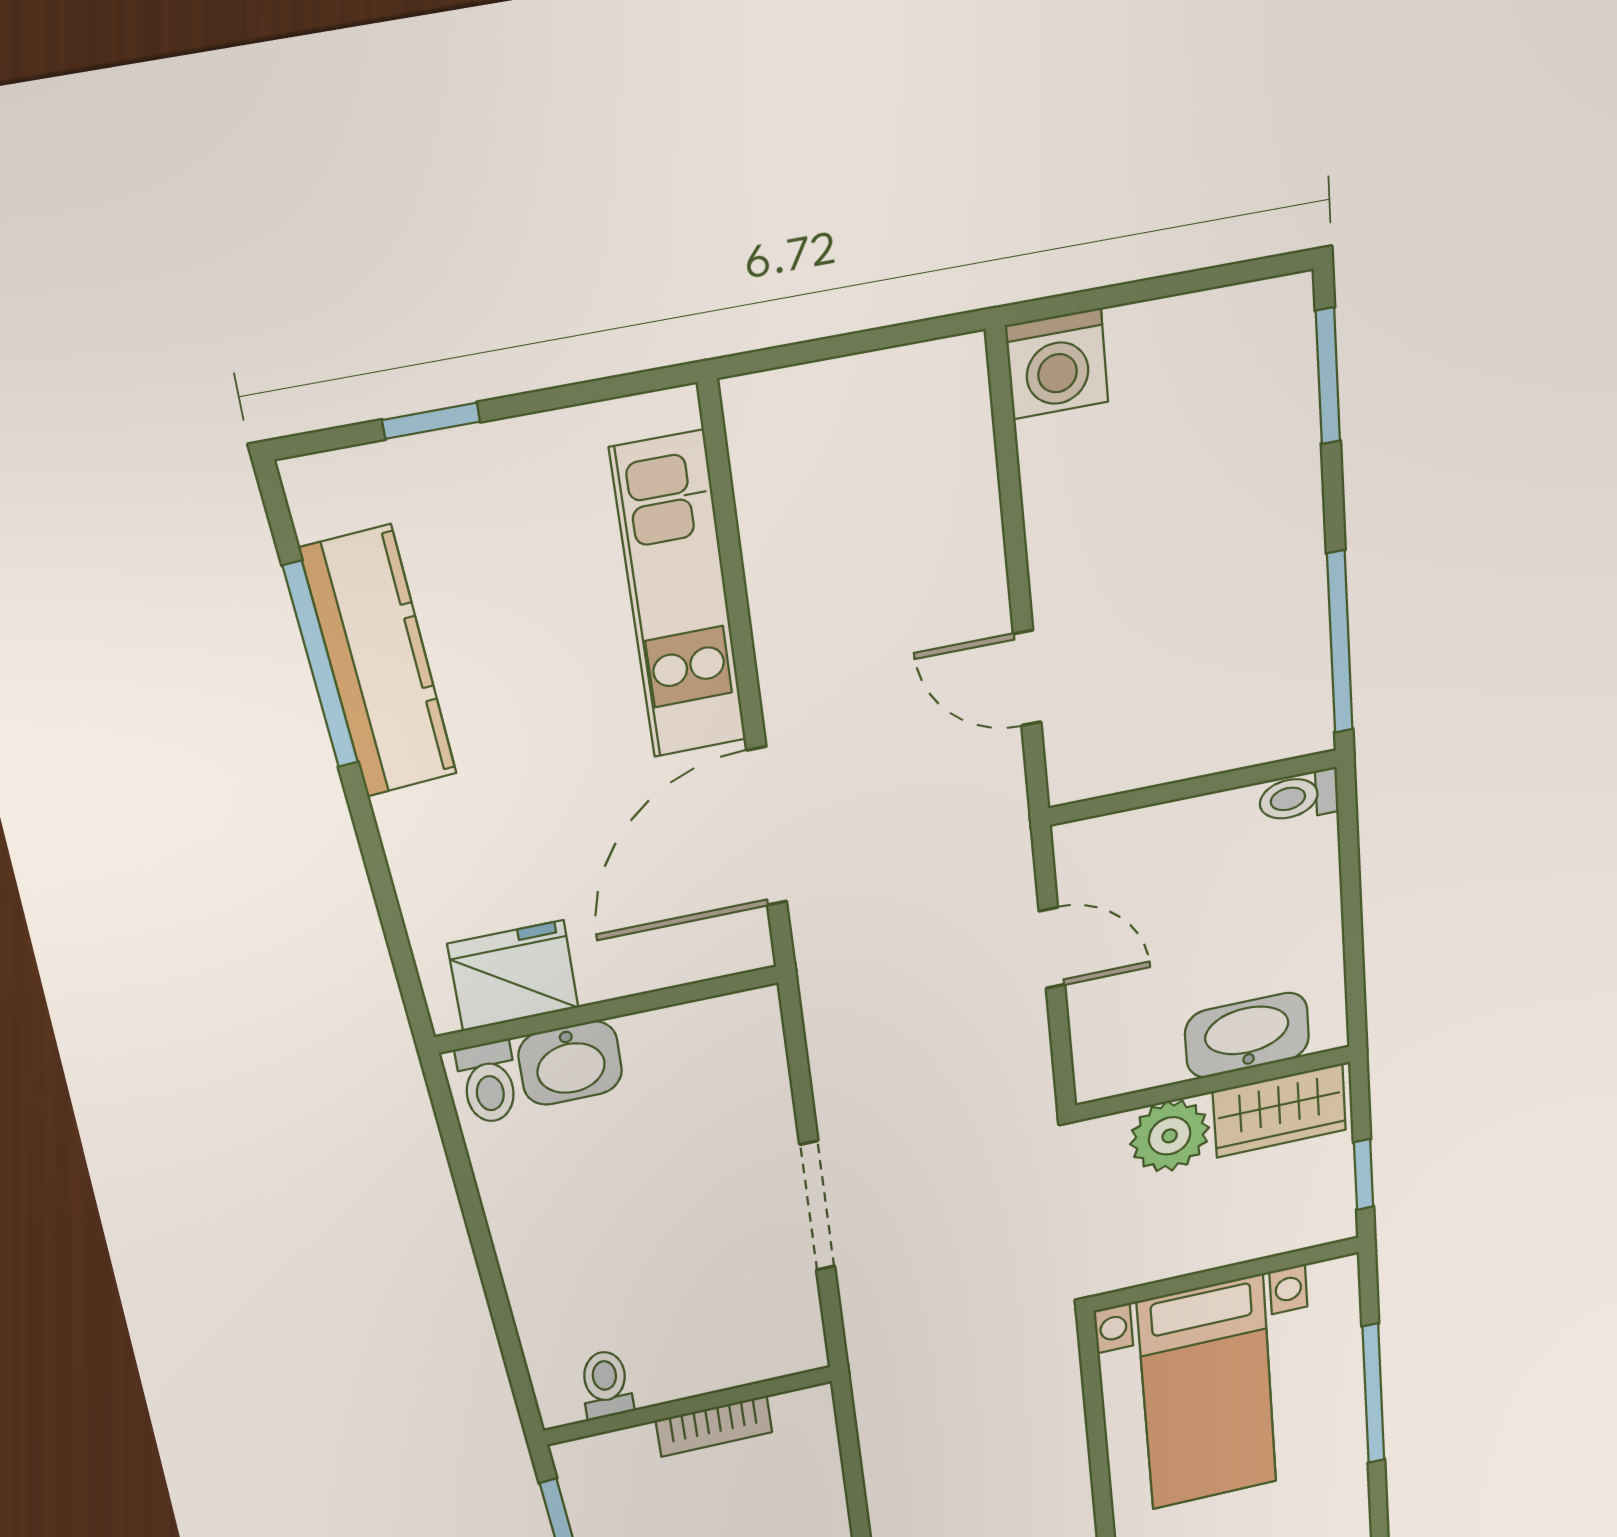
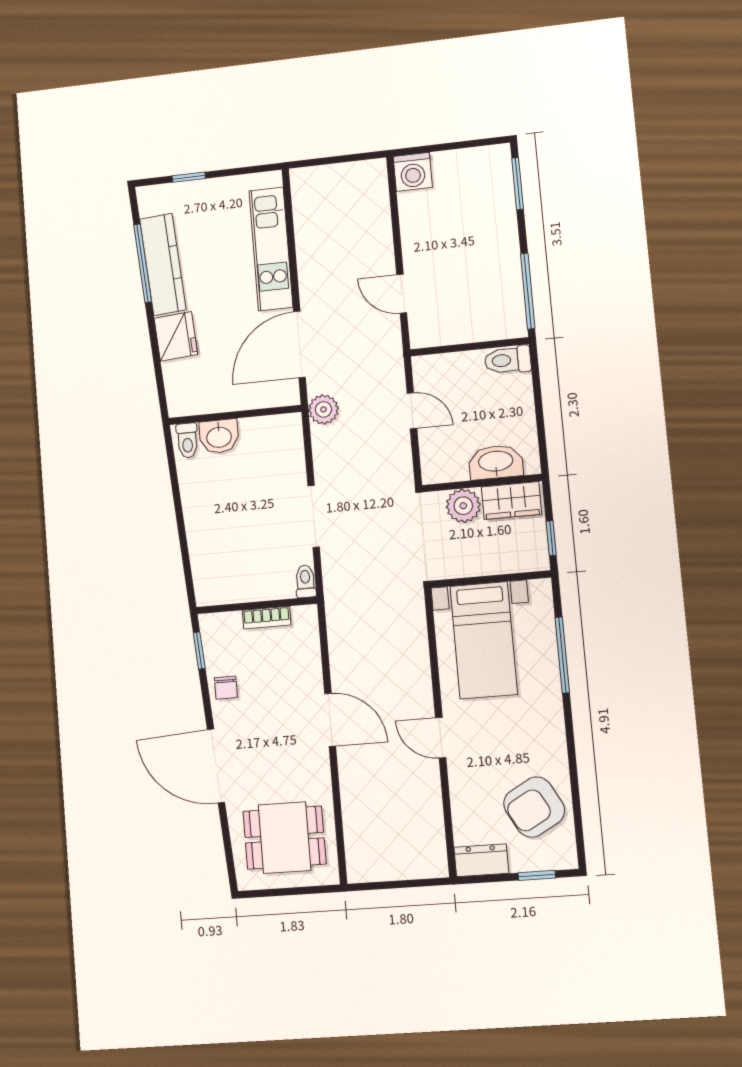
toilet: (1299, 797) -> (508, 360), width x1.37, depth x1.39
plant: (834, 971) -> (323, 409), added
fridge: (513, 976) -> (176, 336), moved, turned 86
toilet: (606, 1384) -> (305, 581), moved

